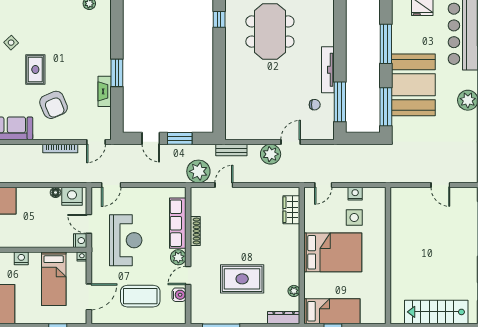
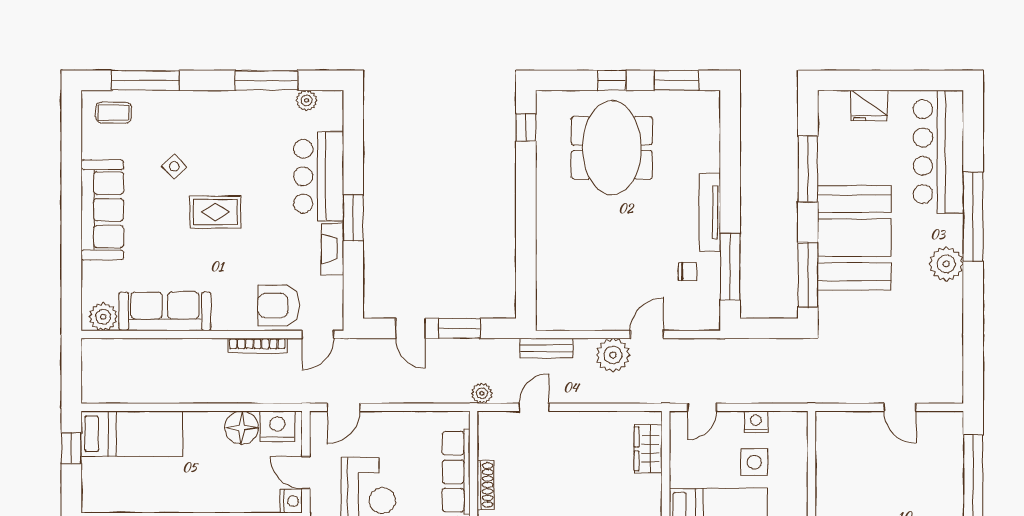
bar counter: (96, 48) -> (319, 176), added
rug: (35, 69) -> (215, 212), turned 90
armchair: (54, 105) -> (279, 305), moved, turned 113
plant: (198, 171) -> (482, 393), width x0.53, depth x0.53
floor lamp: (56, 192) -> (242, 428), width x1.89, depth x1.89

